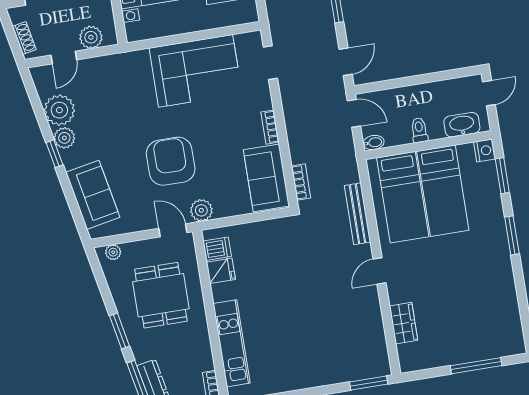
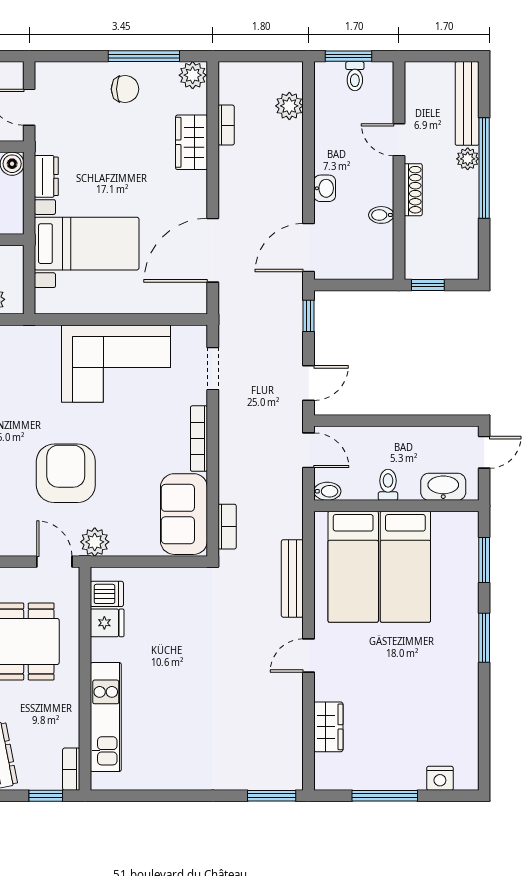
bookcase: (270, 127) -> (199, 439), width x1.56
nightstand: (485, 151) -> (440, 778), moved, turned 90
window: (476, 366) -> (385, 796), moved

